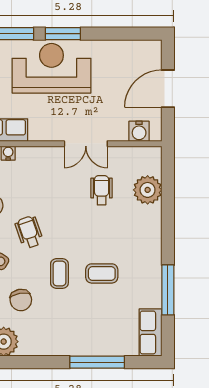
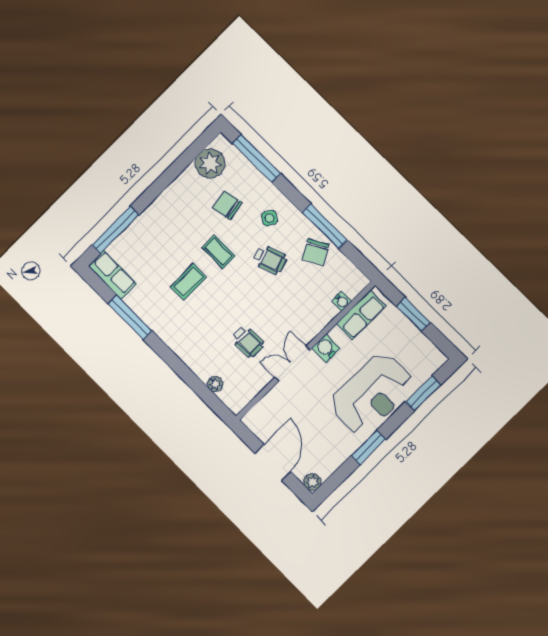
window: (63, 34) -> (369, 447), moved
plant: (154, 48) -> (312, 482), added
water cooler: (139, 131) -> (326, 348), moved
plant: (148, 190) -> (215, 384), width x0.53, depth x0.53
window: (97, 362) -> (115, 230), moved

